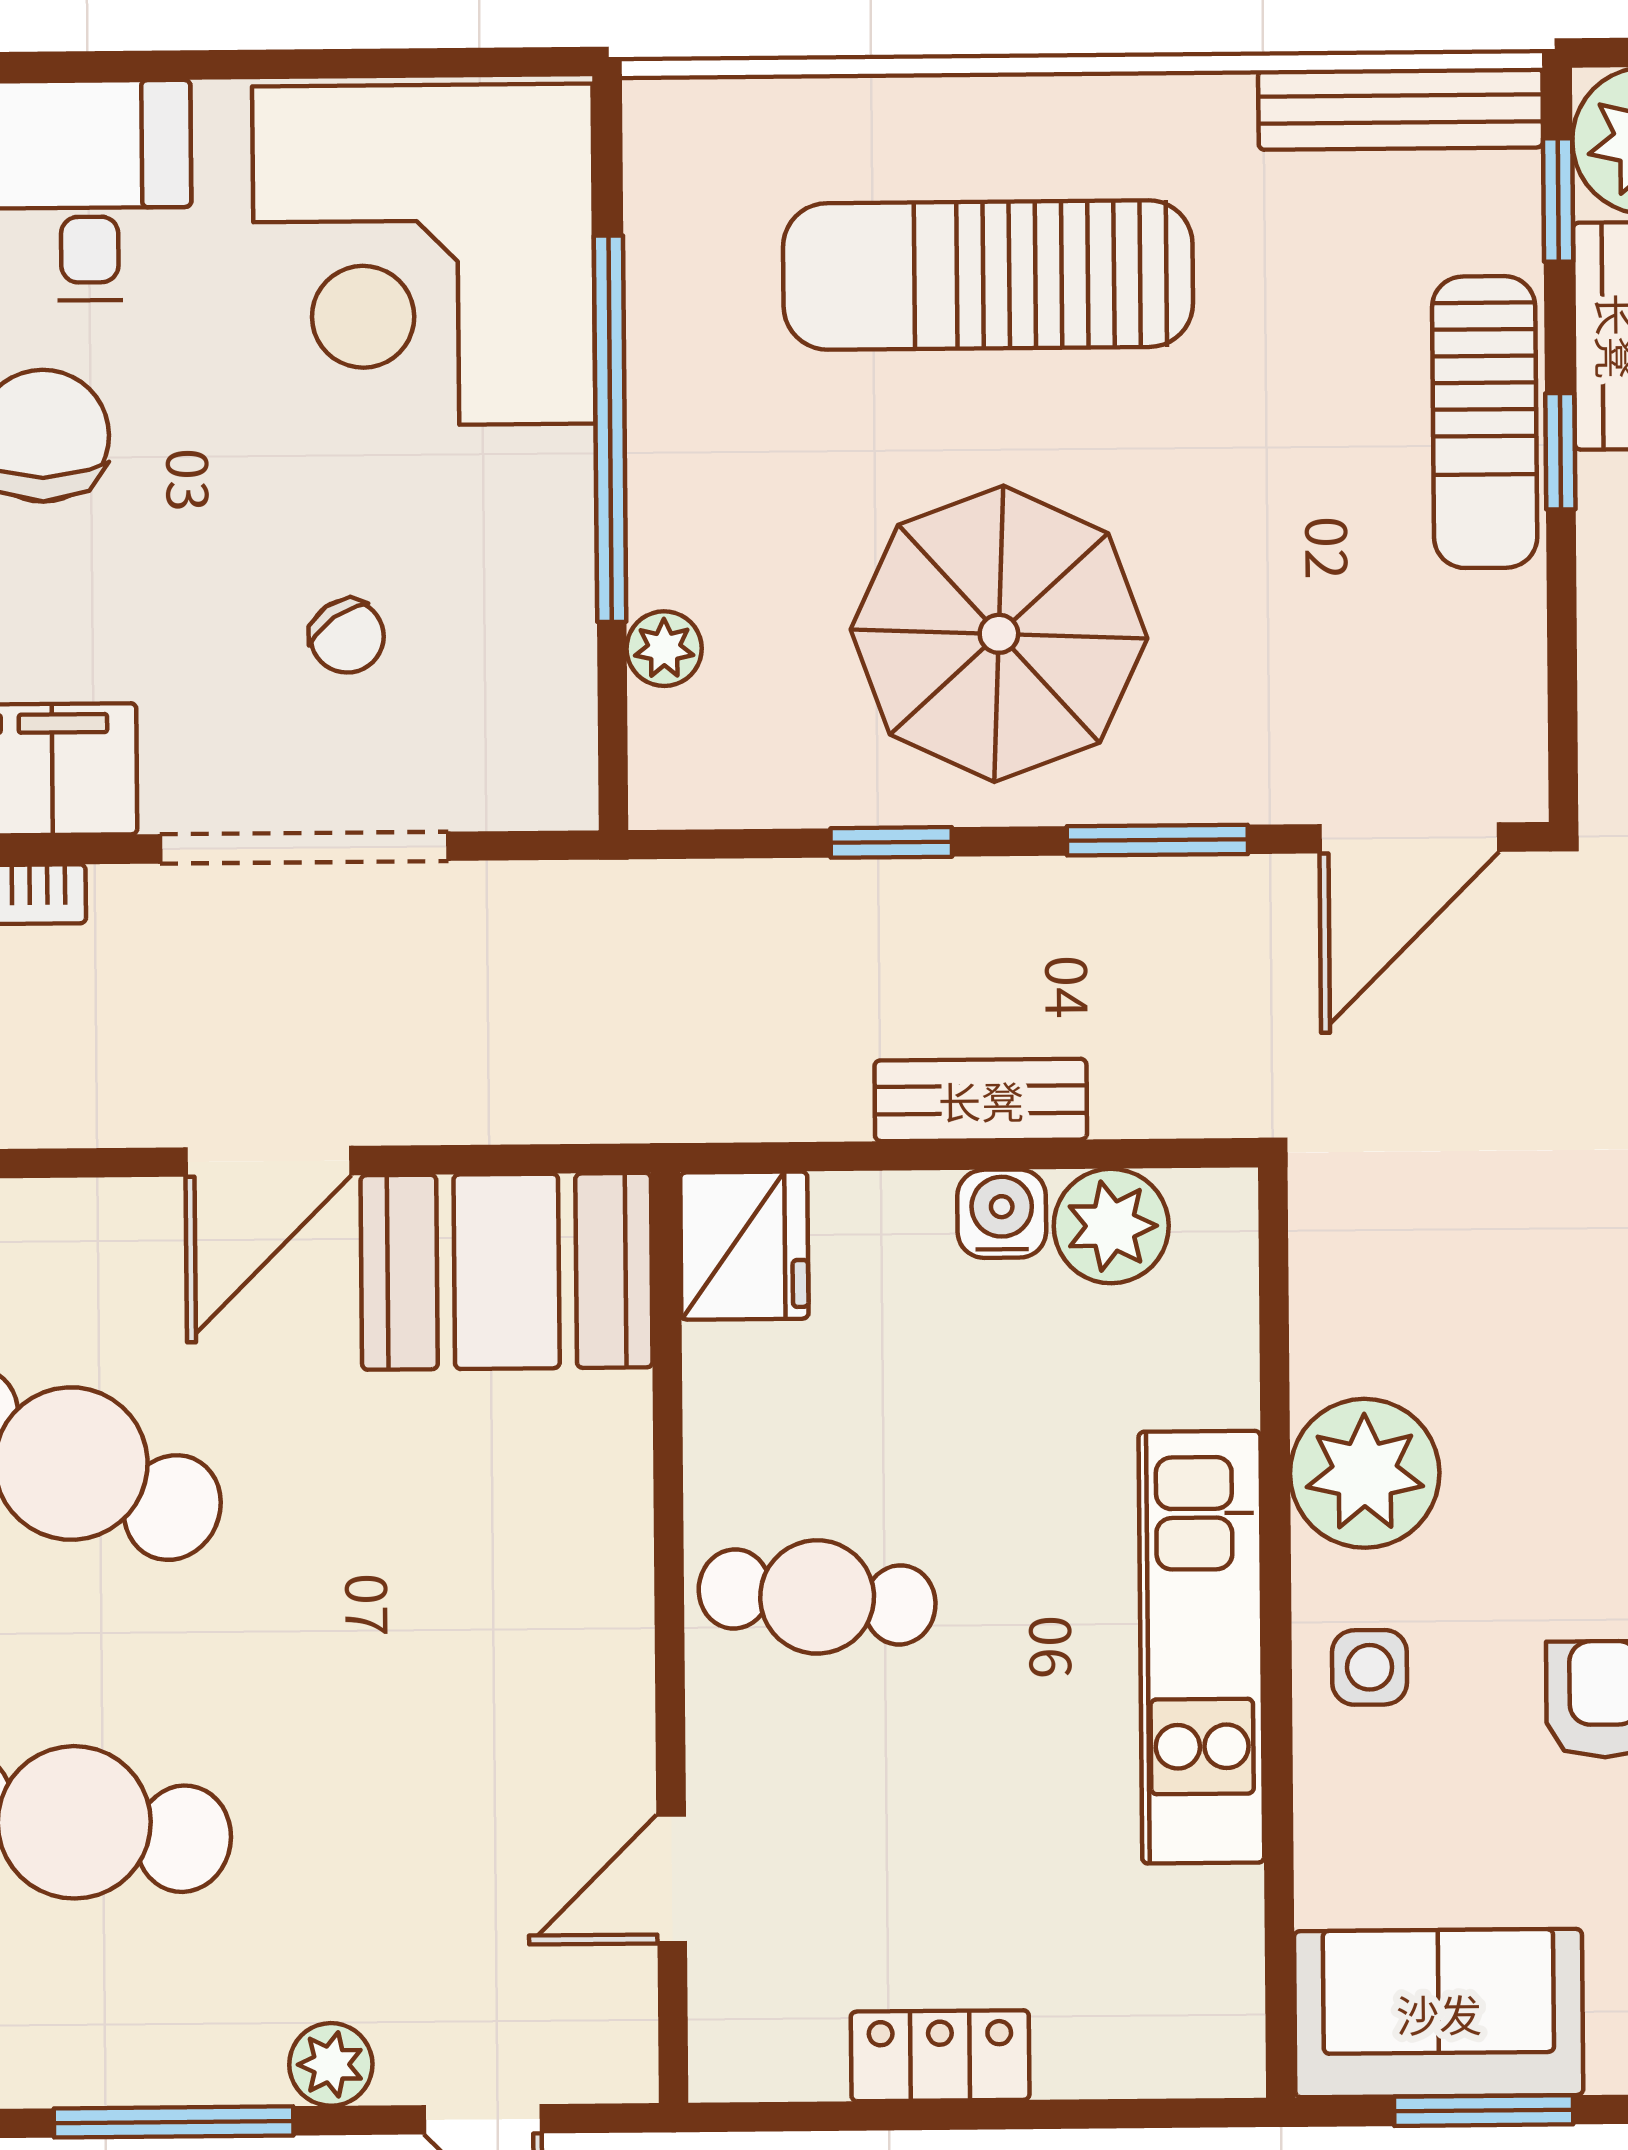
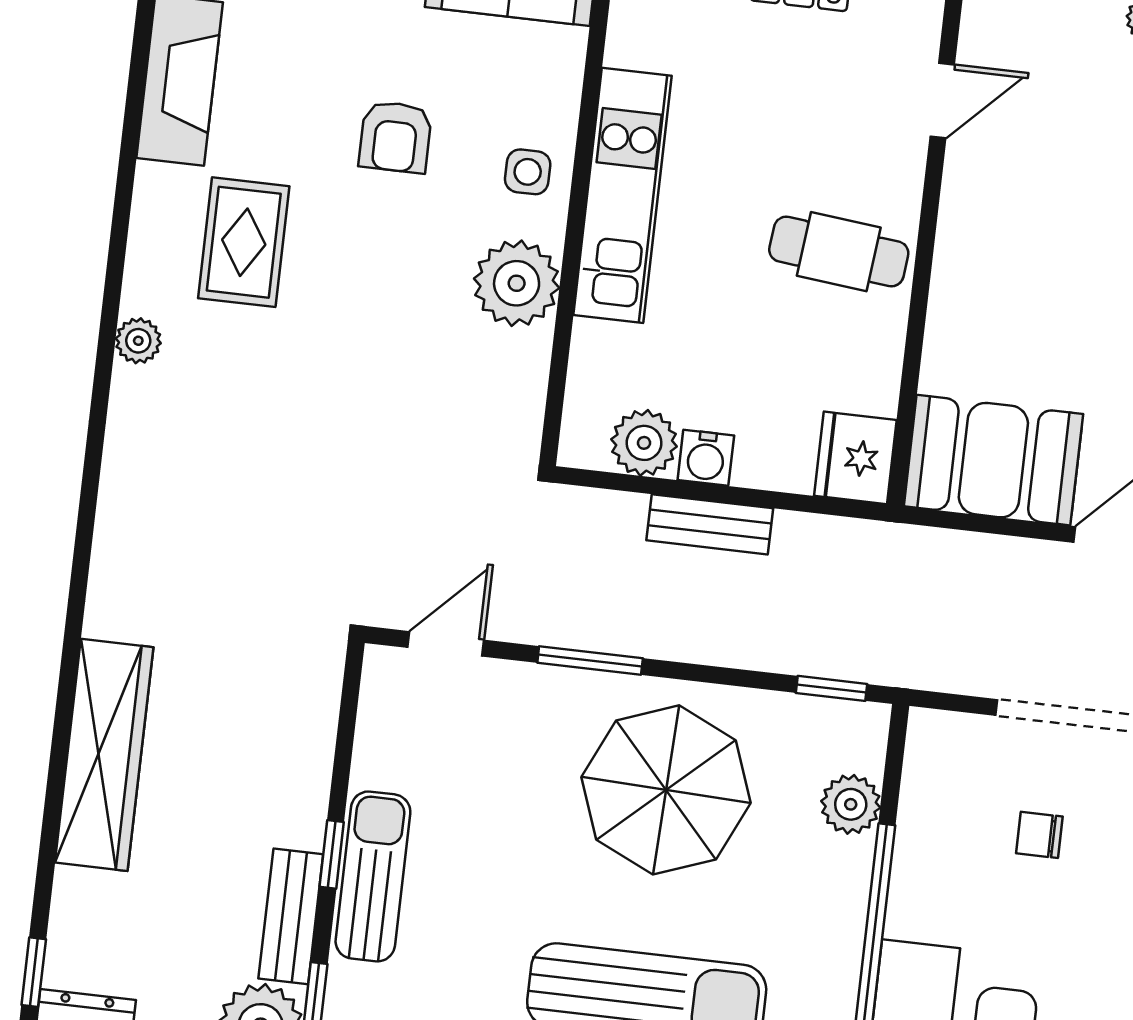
chair: (347, 636) -> (1039, 835), turned -55
plant: (664, 649) -> (851, 804), width x1.38, depth x1.38
door: (1409, 838) -> (446, 644), width x0.73
window: (891, 842) -> (831, 688), moved

